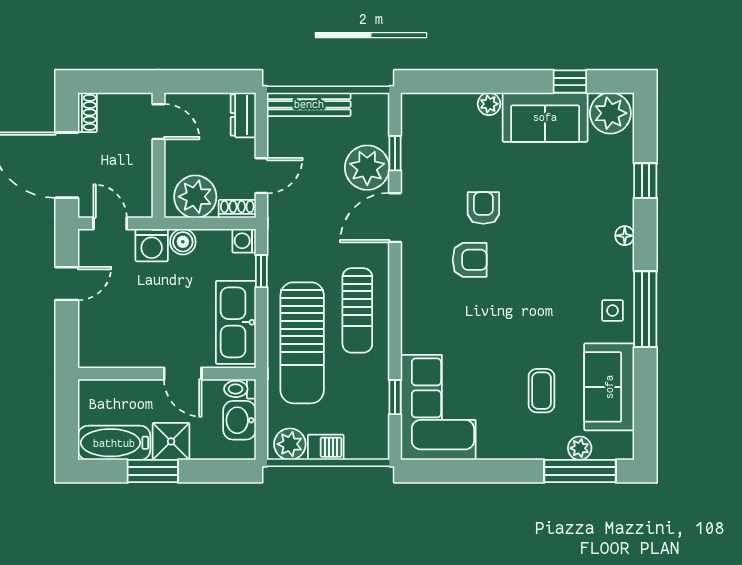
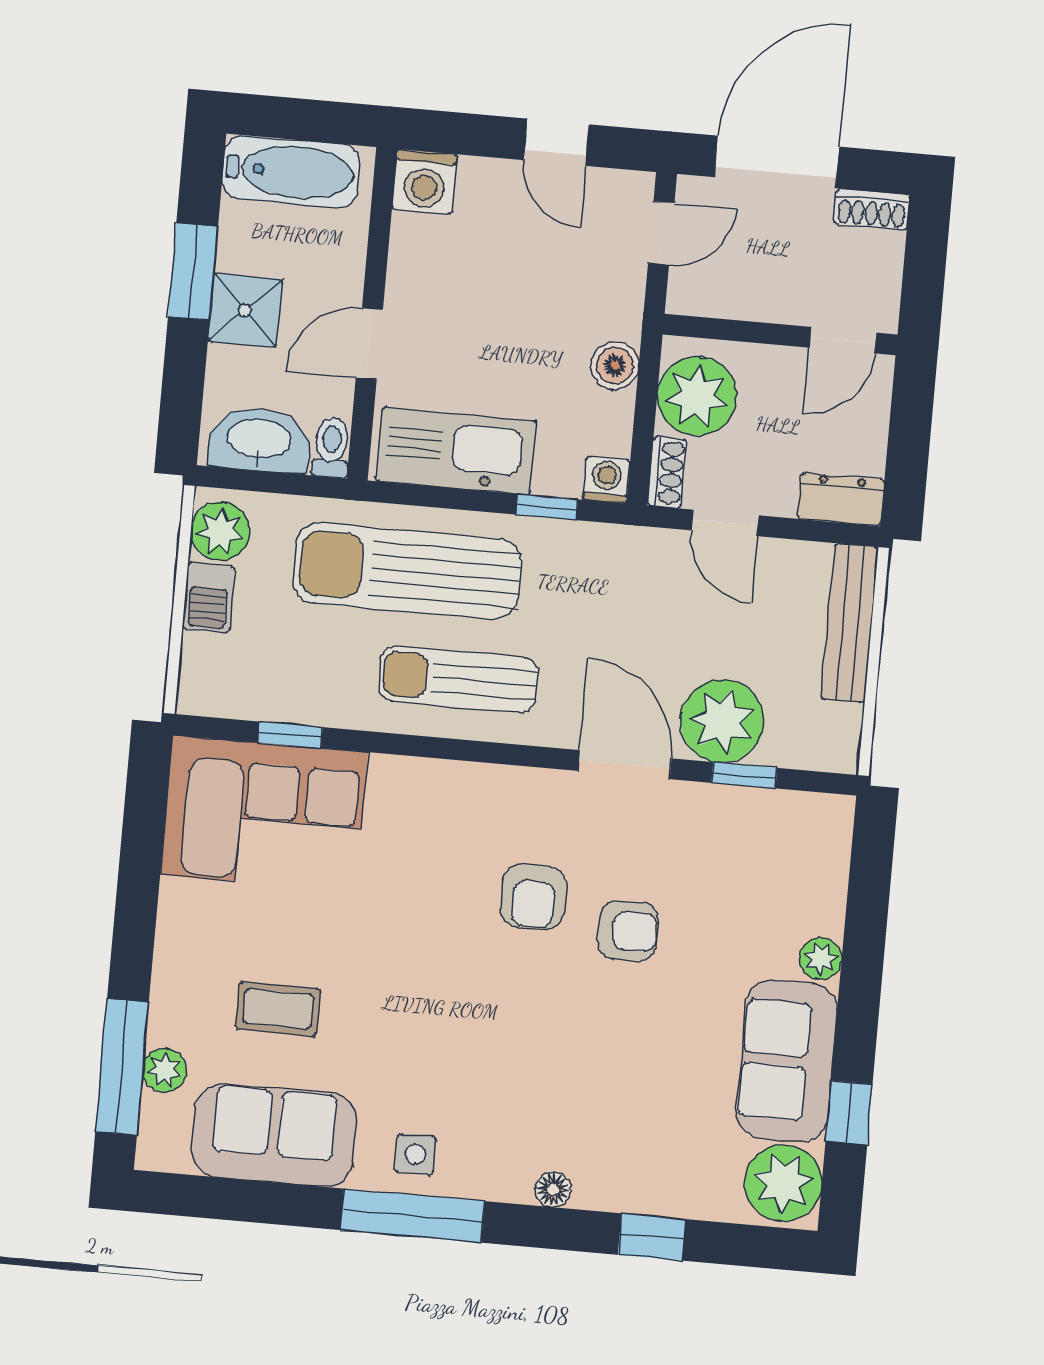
washing machine: (152, 245) -> (425, 182), moved, turned -90
washbasin: (239, 420) -> (259, 440), width x1.38
bathtub: (114, 443) -> (291, 172), moved, turned 90

